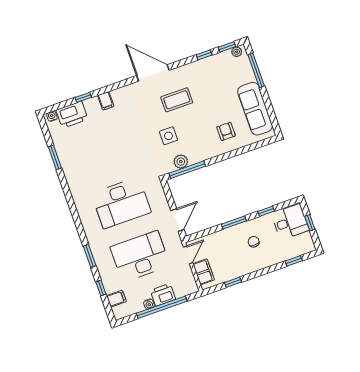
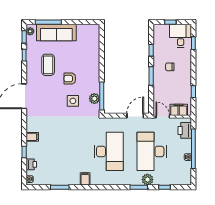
coffee table: (177, 100) -> (48, 65), moved
sofa: (255, 109) -> (56, 32), moved
printer: (72, 115) -> (31, 164), width x0.53, depth x0.68
armchair: (226, 131) -> (70, 79), moved
door: (177, 220) -> (135, 116), hinge flipped
desk: (290, 222) -> (181, 36), moved
plant: (103, 263) -> (147, 180), added
printer: (163, 295) -> (185, 130), moved
filing cabinet: (116, 299) -> (85, 179), moved

